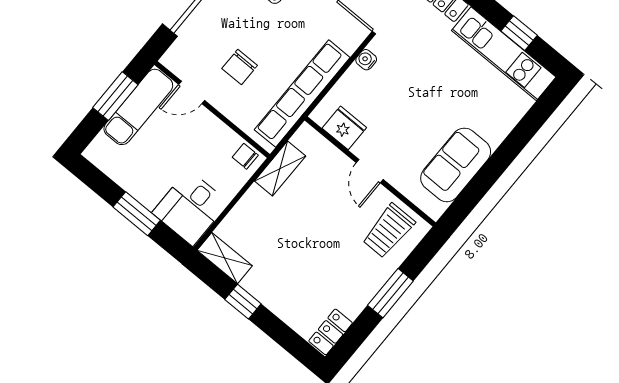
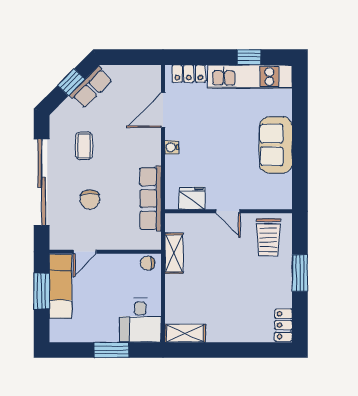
chair: (240, 67) -> (90, 200), moved
row of seats: (302, 94) -> (151, 198), width x0.73
sofa: (456, 165) -> (276, 145), moved
window: (243, 302) -> (217, 350), removed

